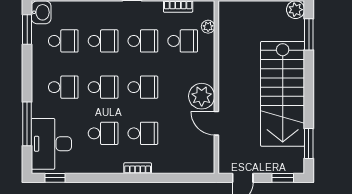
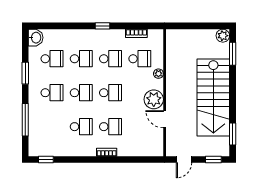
plant: (208, 27) -> (158, 74), moved
window: (27, 29) -> (25, 73), moved
desk: (51, 144) -> (43, 134), removed

